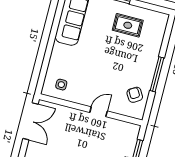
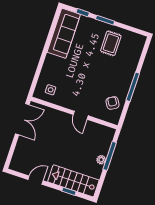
rug: (128, 25) -> (111, 43), turned 90
door: (99, 112) -> (81, 115), swing flipped

